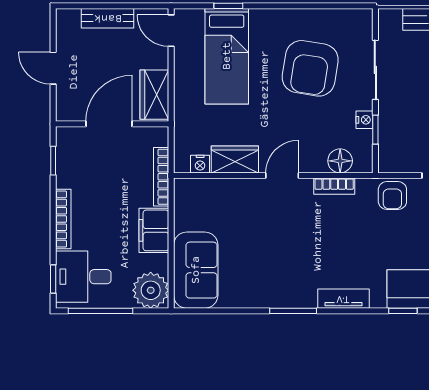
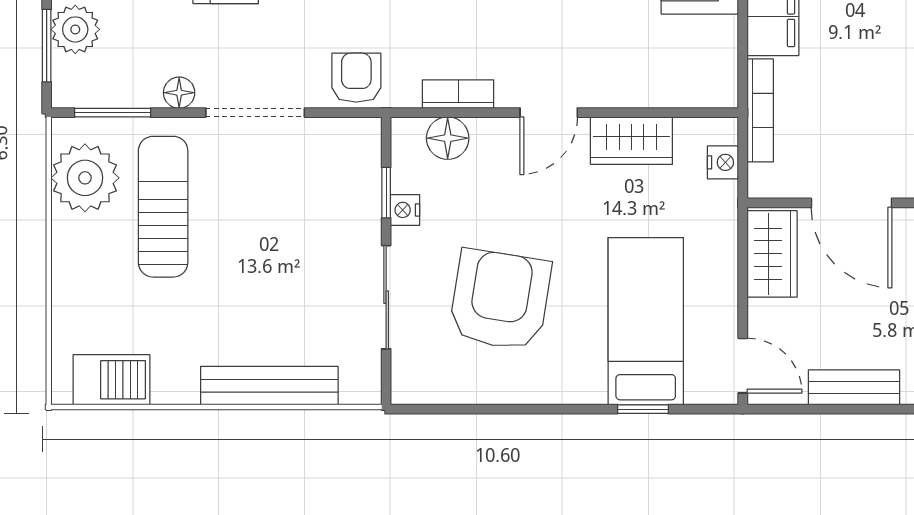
door: (109, 124) -> (851, 203), hinge flipped
nightstand: (200, 164) -> (723, 162), moved, turned 90

